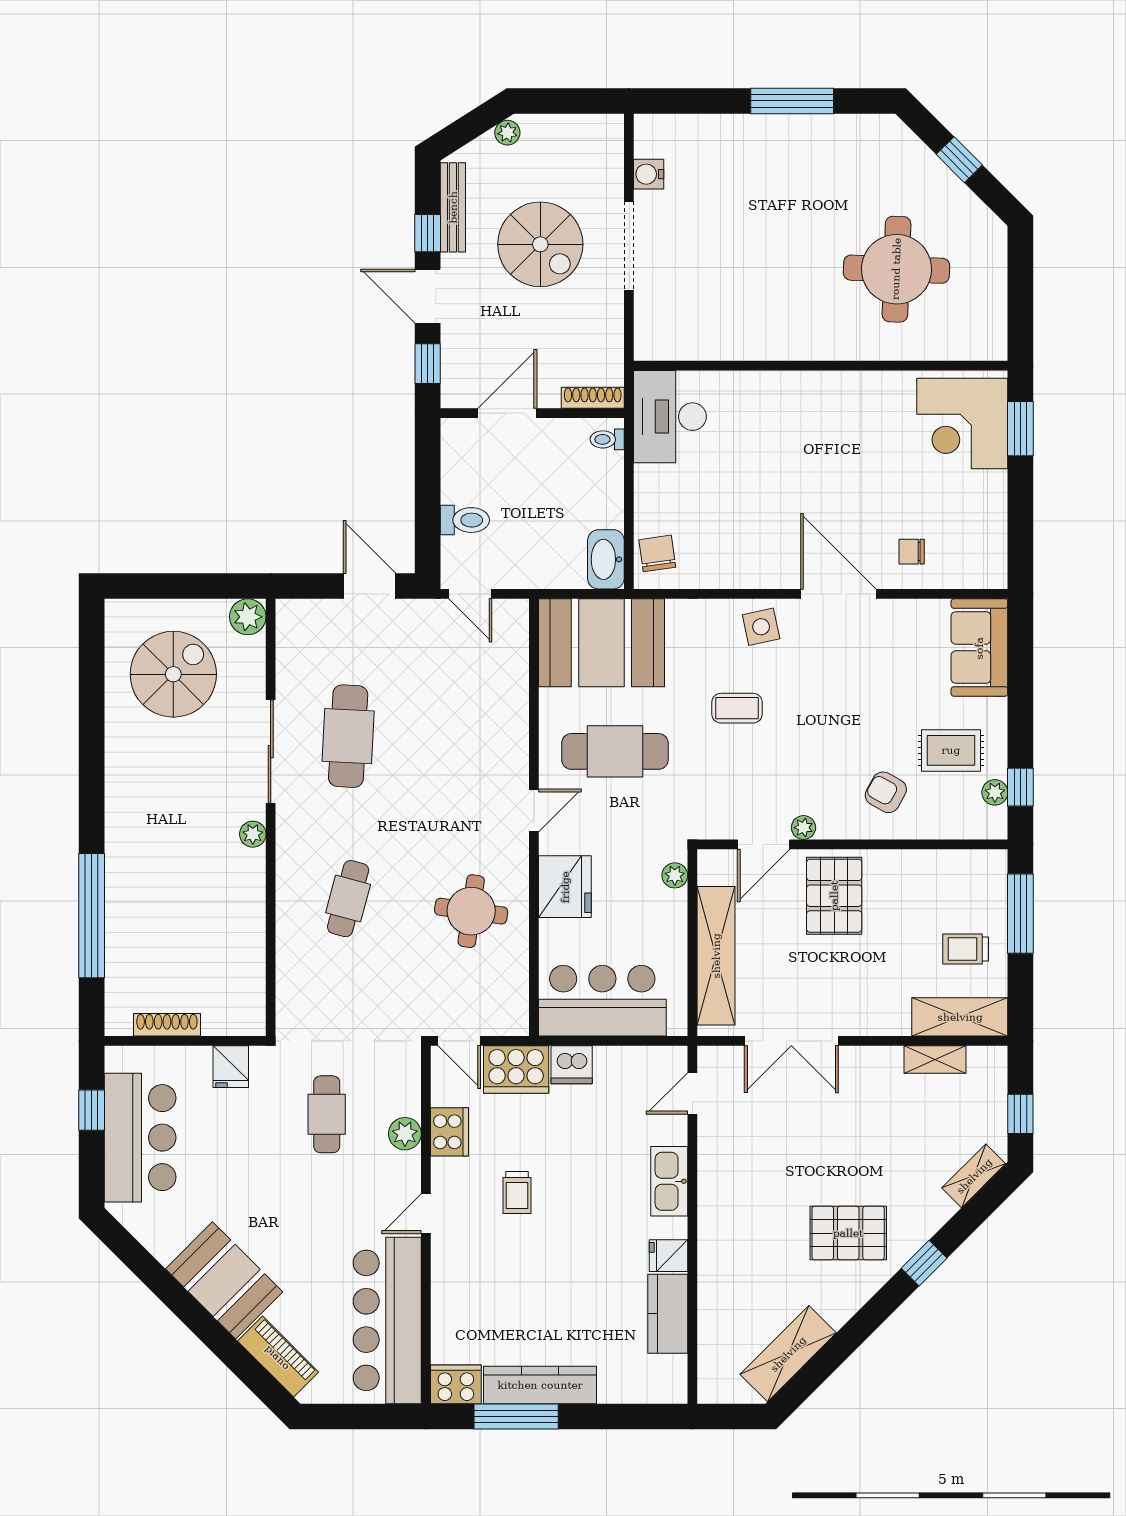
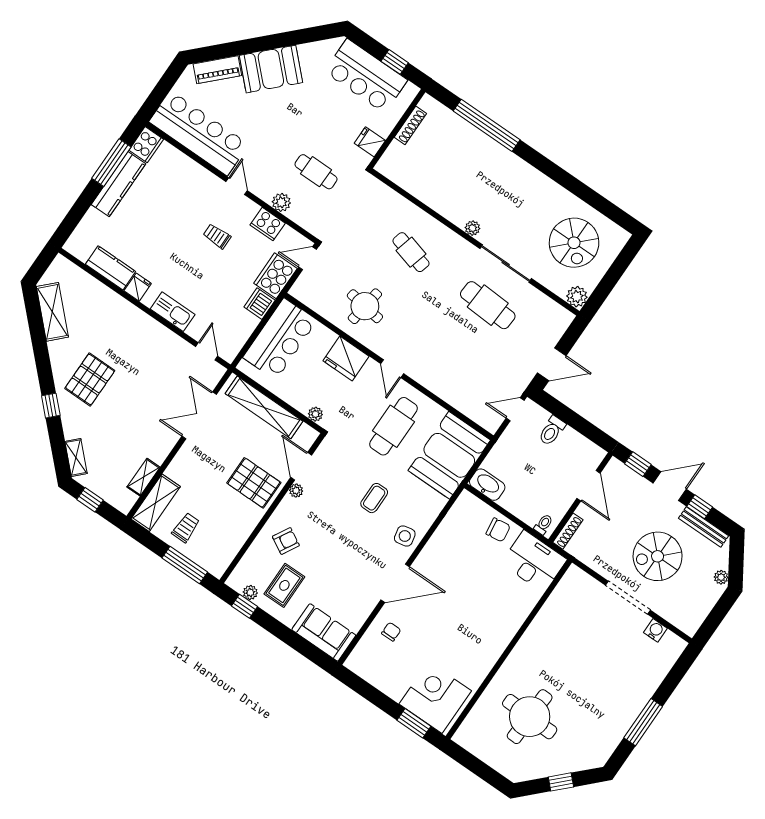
chair: (657, 553) -> (498, 530), moved

